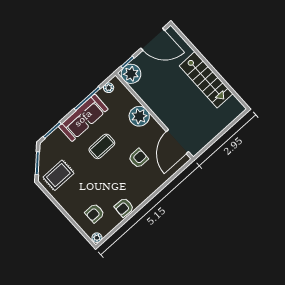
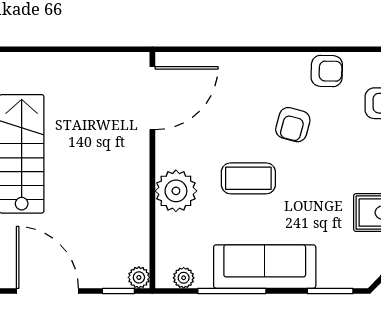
plant: (131, 74) -> (139, 277), width x0.53, depth x0.53
coffee table: (102, 146) -> (248, 178), moved
armchair: (138, 158) -> (293, 125), moved, turned -75

